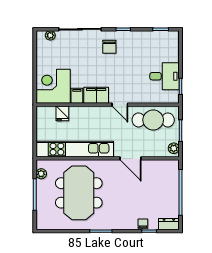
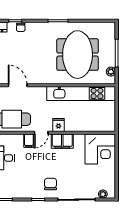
filing cabinet: (77, 96) -> (29, 141), moved
door: (120, 105) -> (41, 133), swing flipped
fridge: (62, 113) -> (58, 125), moved
door: (131, 158) -> (18, 85), moved

